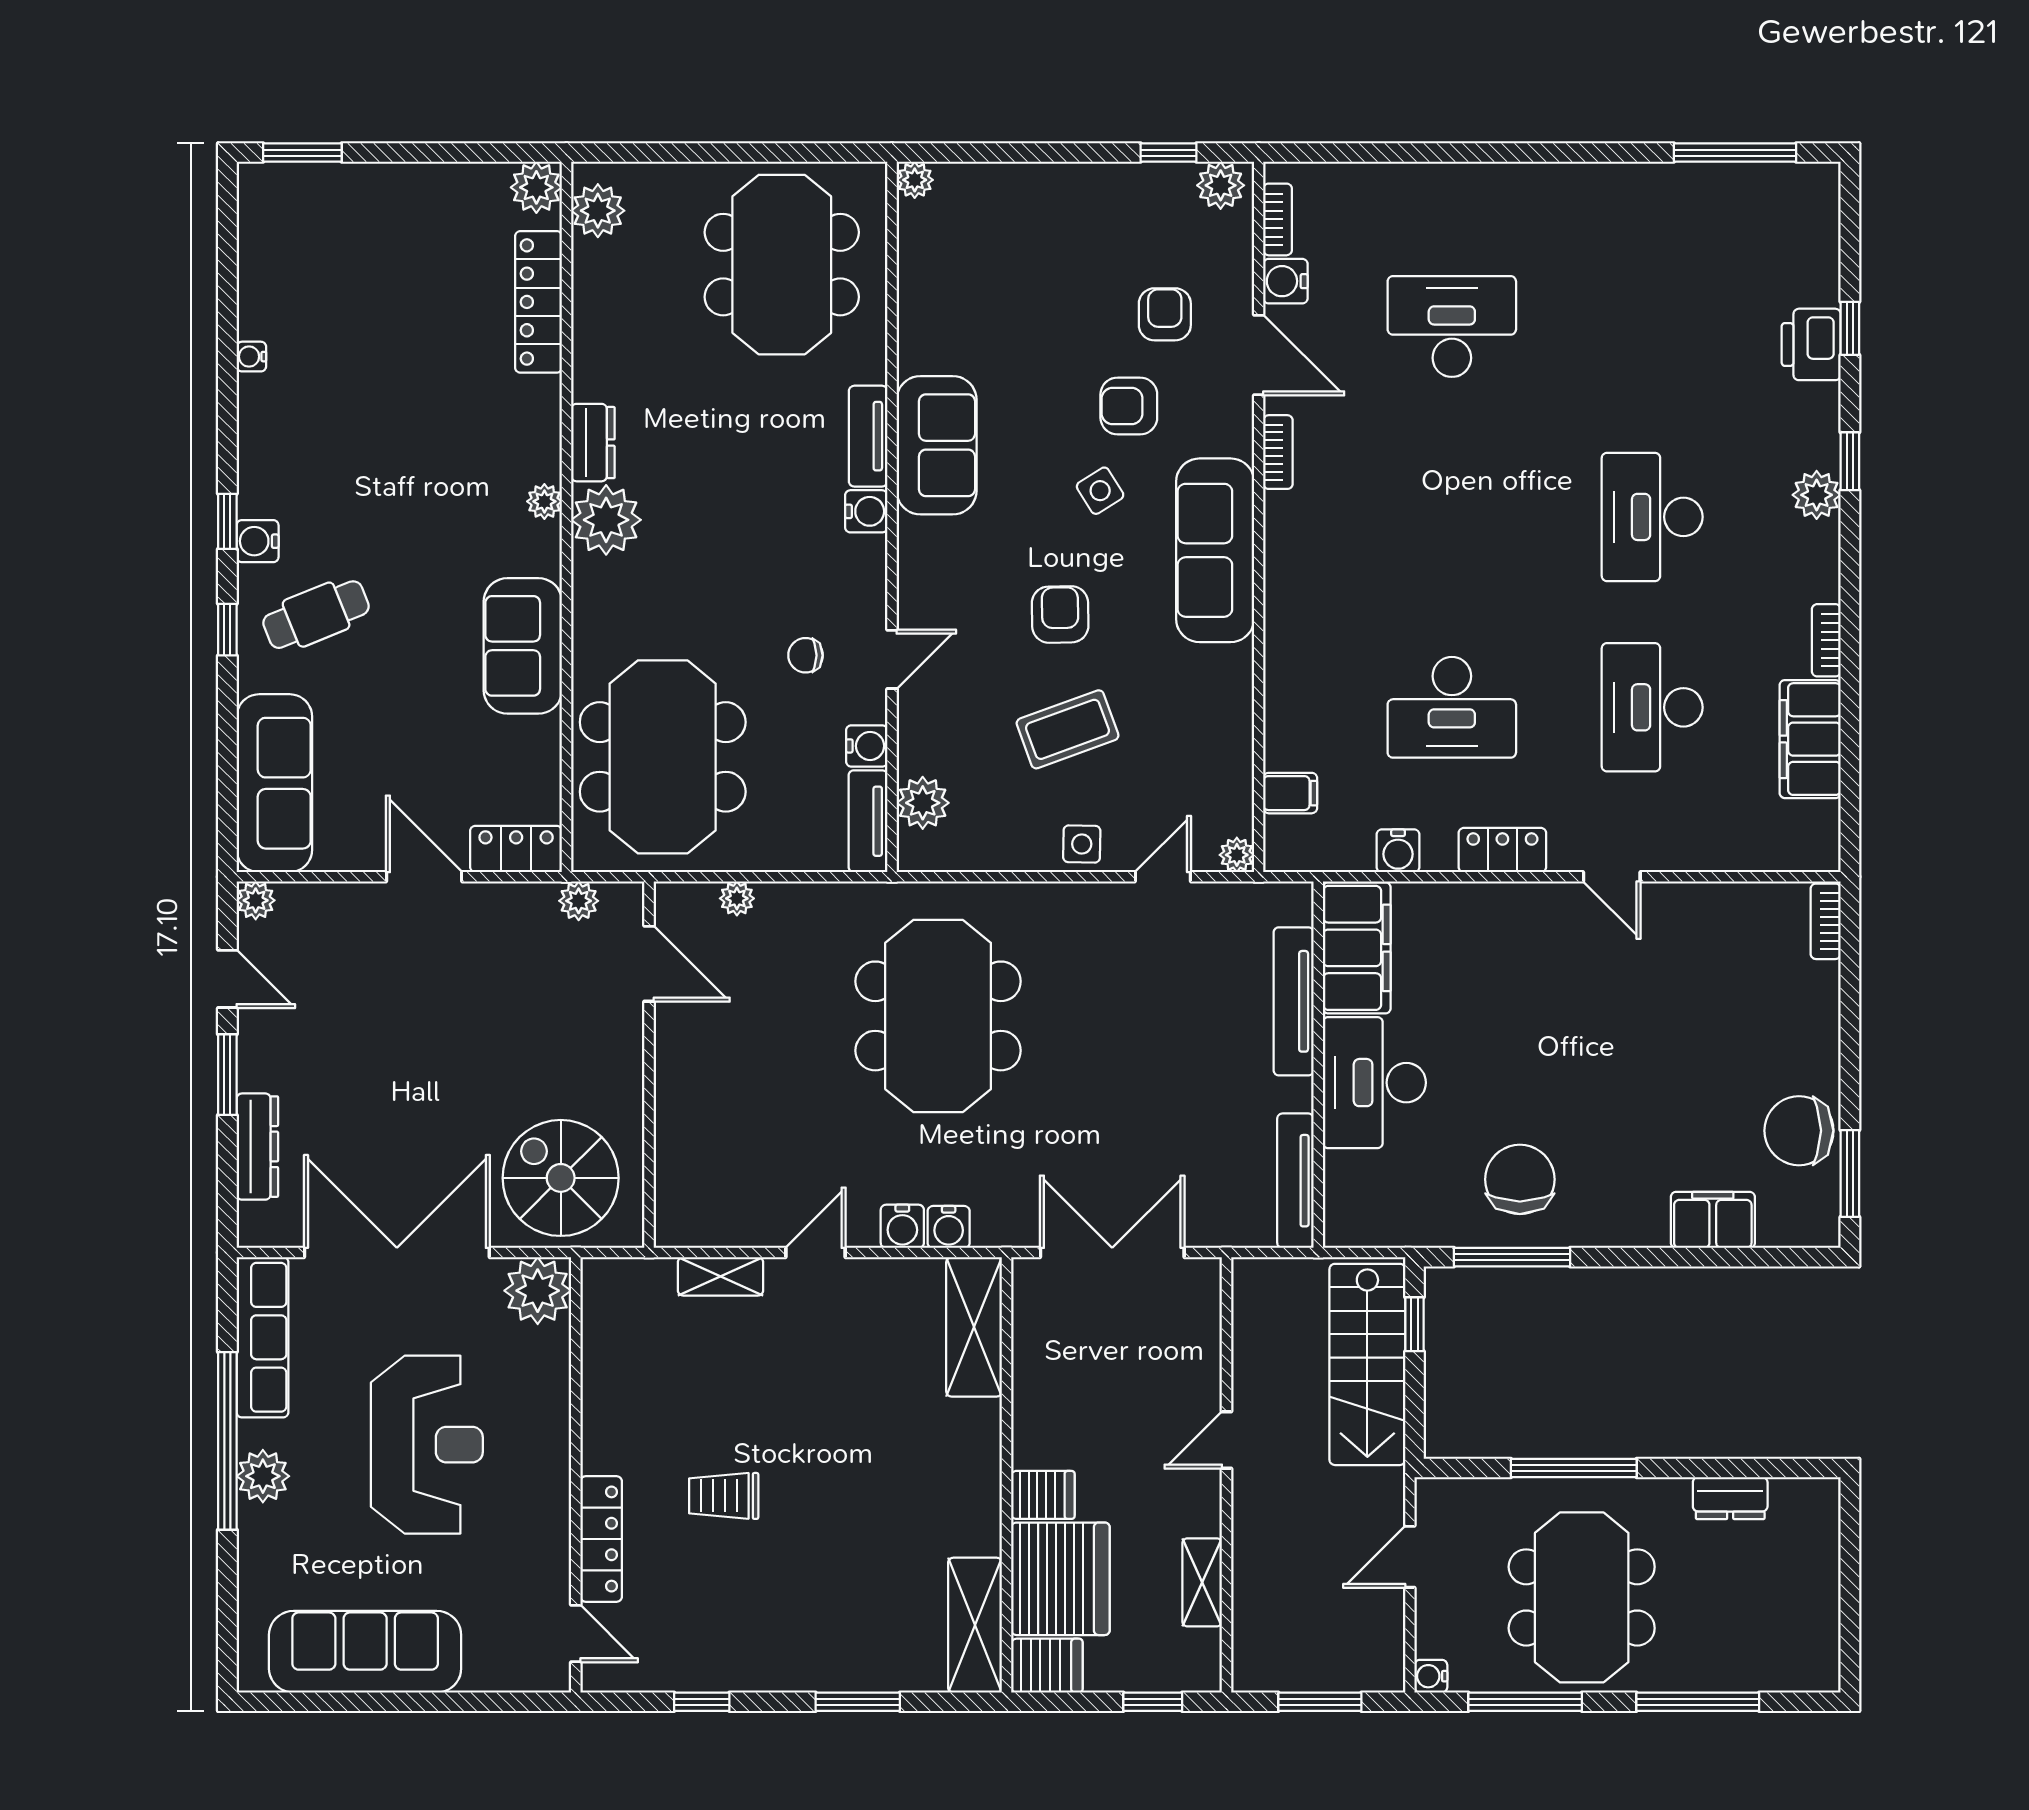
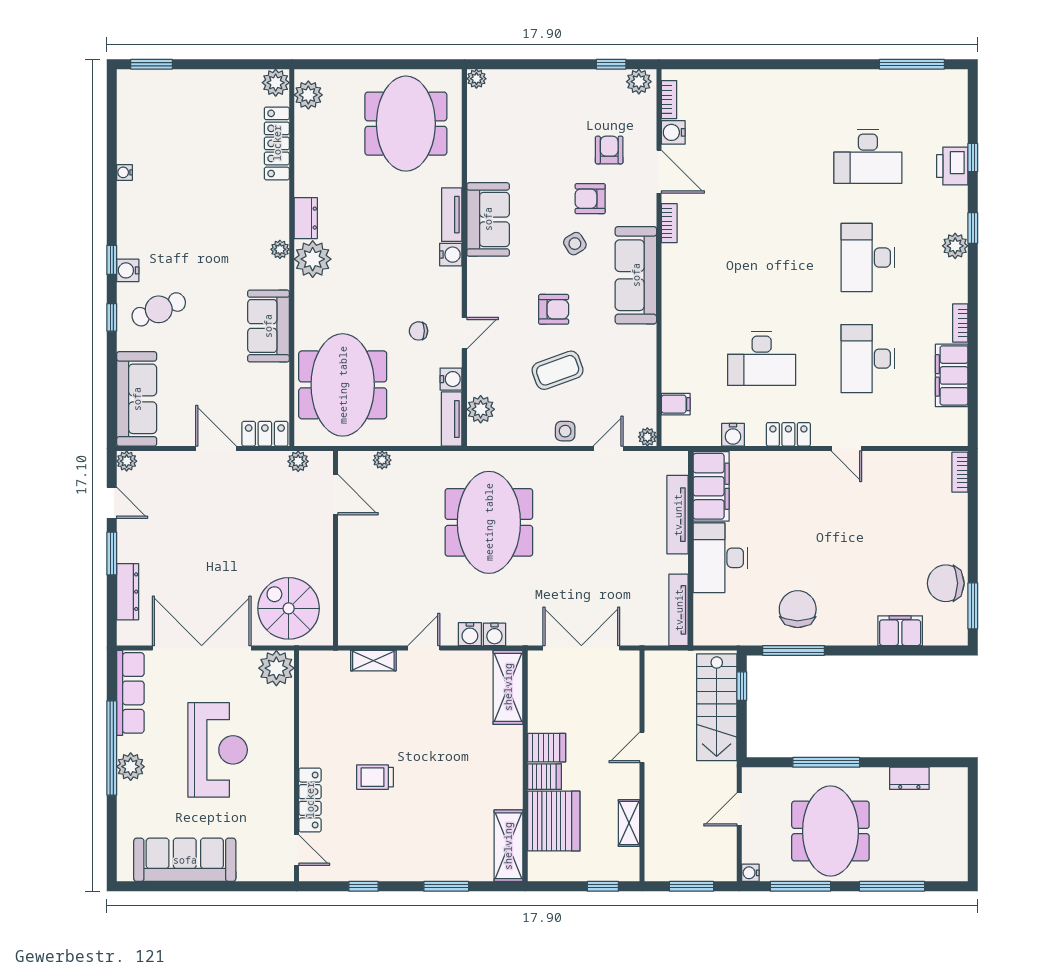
desk: (1452, 327) -> (868, 156), moved, turned 180
armchair: (1060, 614) -> (554, 309), turned 91
server rack: (1047, 1666) -> (547, 748), moved

